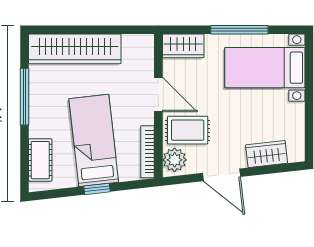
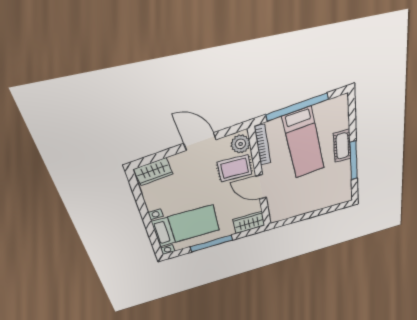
wardrobe: (75, 49) -> (322, 200), removed
wardrobe: (267, 154) -> (153, 172), moved
cot: (40, 160) -> (342, 146), moved
window: (97, 189) -> (297, 107), width x3.17

